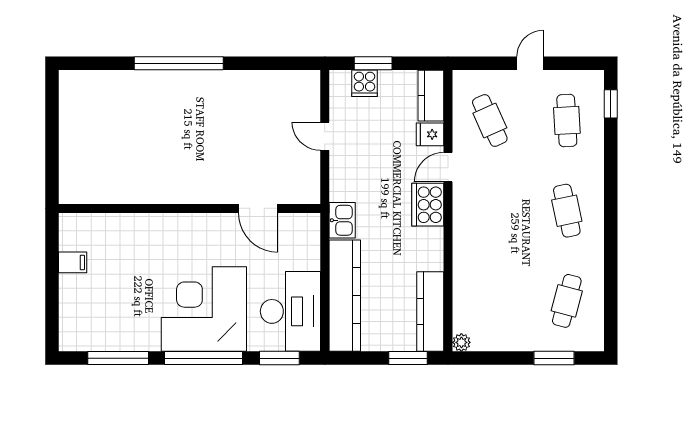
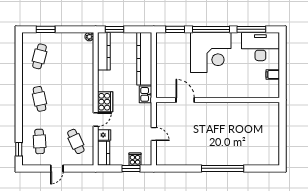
desk: (290, 311) -> (260, 47), moved, turned 90

